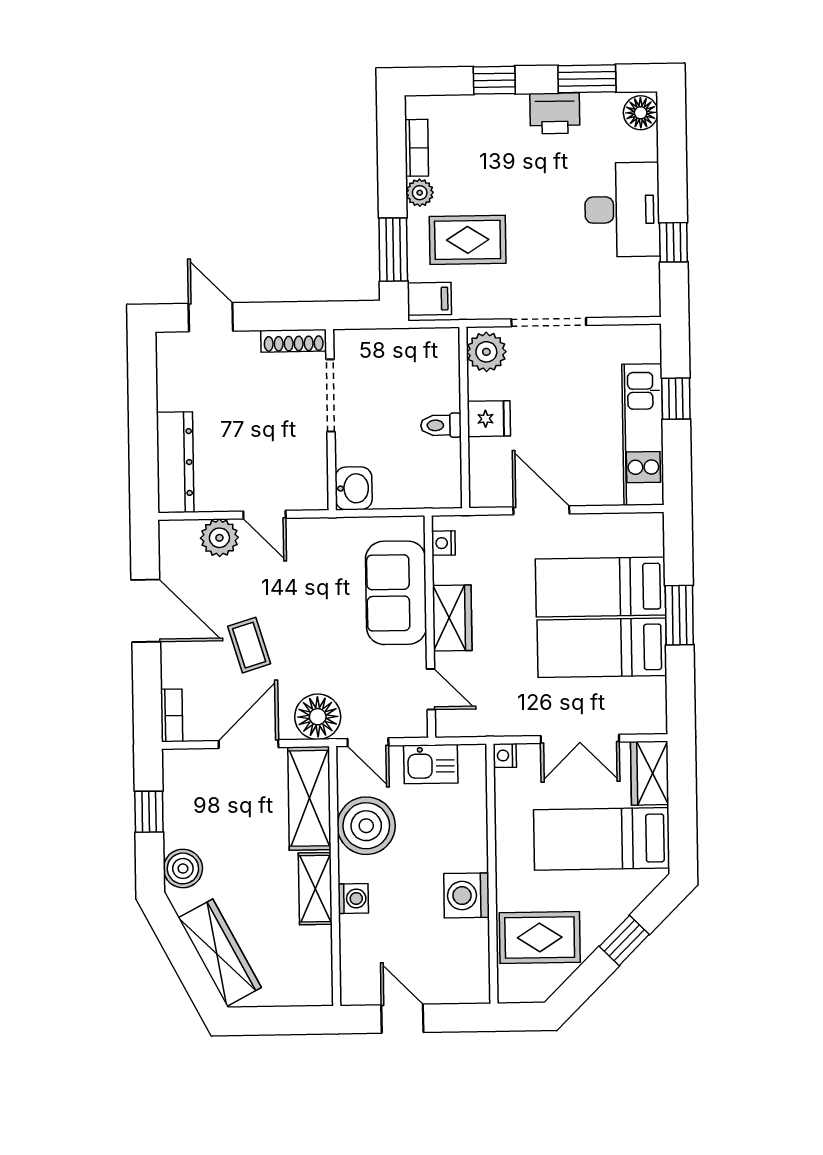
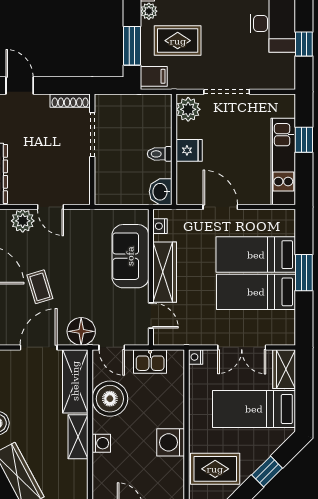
washbasin: (354, 488) -> (161, 192), moved, turned 180
wardrobe: (452, 618) -> (165, 272), width x1.50

